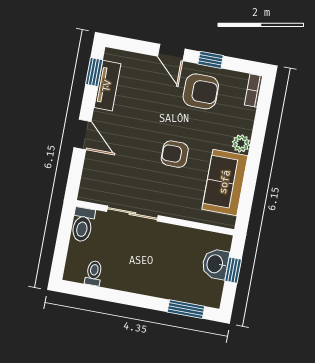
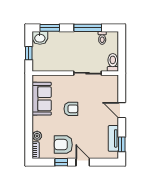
plant: (241, 143) -> (37, 136), moved
washbasin: (215, 264) -> (40, 38), moved, turned 90
window: (117, 296) -> (88, 28), added

